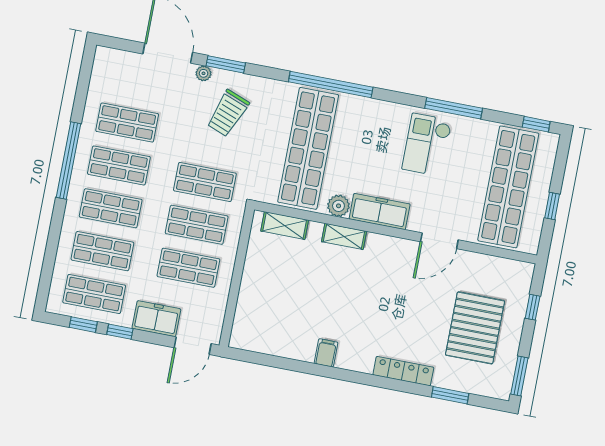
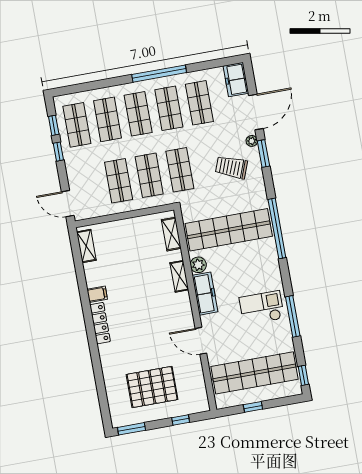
freezer: (156, 319) -> (236, 80), moved, turned 180
shelving: (257, 343) -> (86, 246), added
locker: (403, 371) -> (100, 323), moved
window: (450, 395) -> (101, 388), removed

